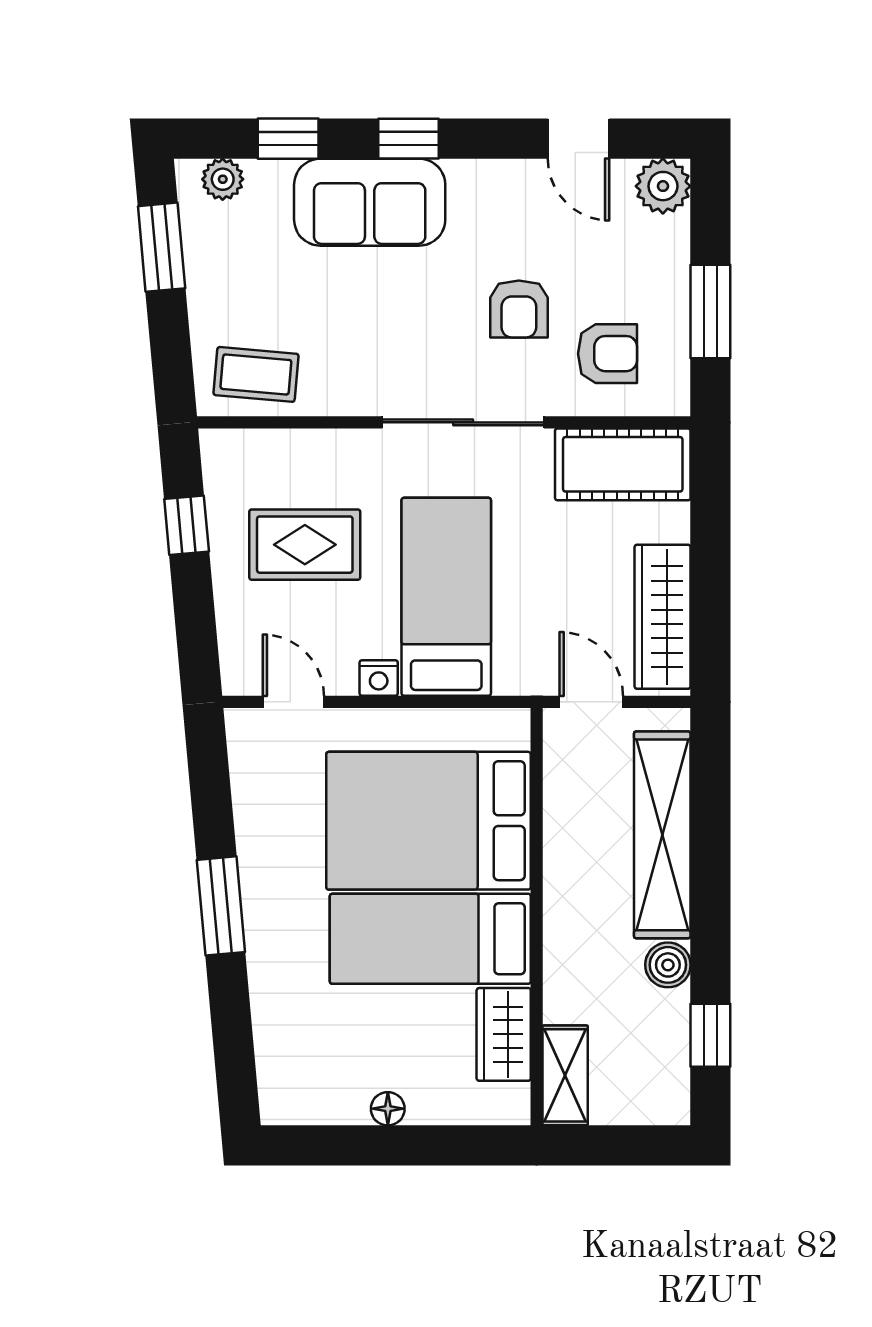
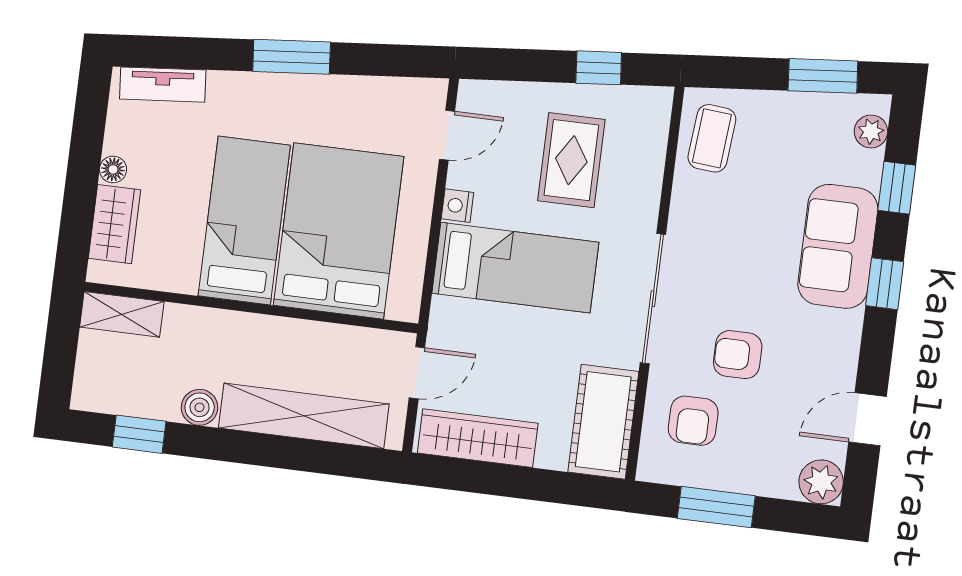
wardrobe: (504, 1034) -> (114, 224), moved, turned 90
tv unit: (275, 1061) -> (163, 85), added

